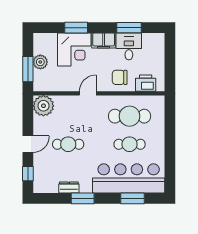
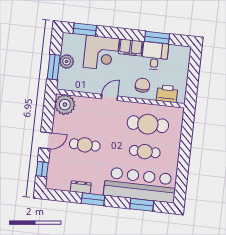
window: (76, 28) -> (85, 29), moved
chair: (120, 77) -> (142, 85), turned 92

